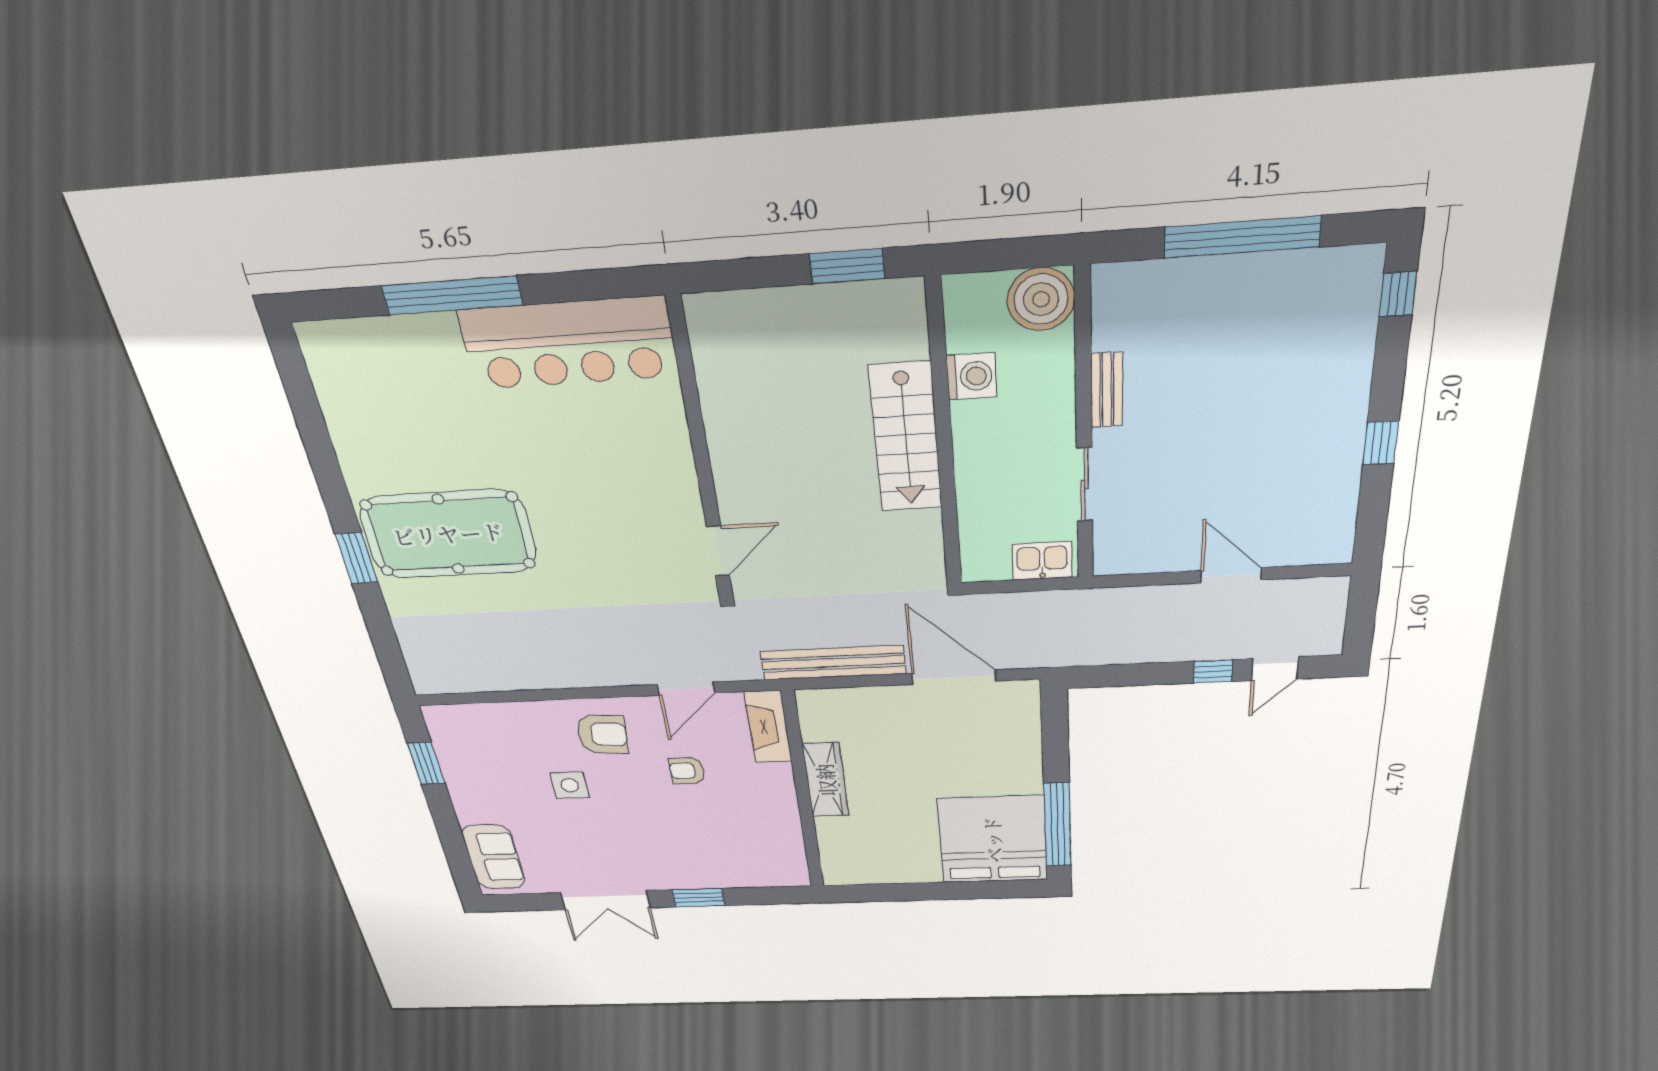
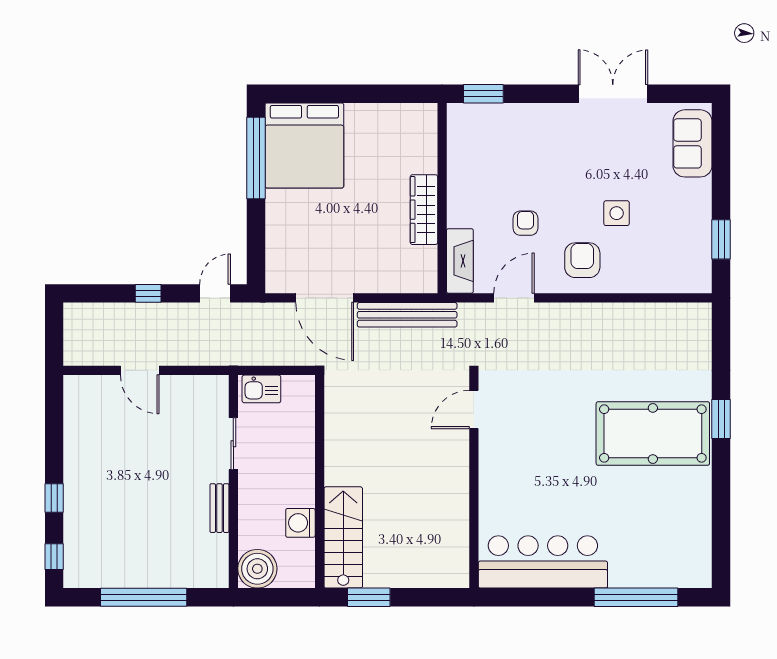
window: (452, 295) -> (636, 597), moved
stairs: (906, 438) -> (343, 537), moved
window: (1381, 443) -> (54, 498), moved
door: (1275, 669) -> (215, 293), moved
armchair: (602, 734) -> (582, 260), turned 85
armchair: (687, 771) -> (525, 223), turned -90
window: (699, 898) -> (483, 94), moved

